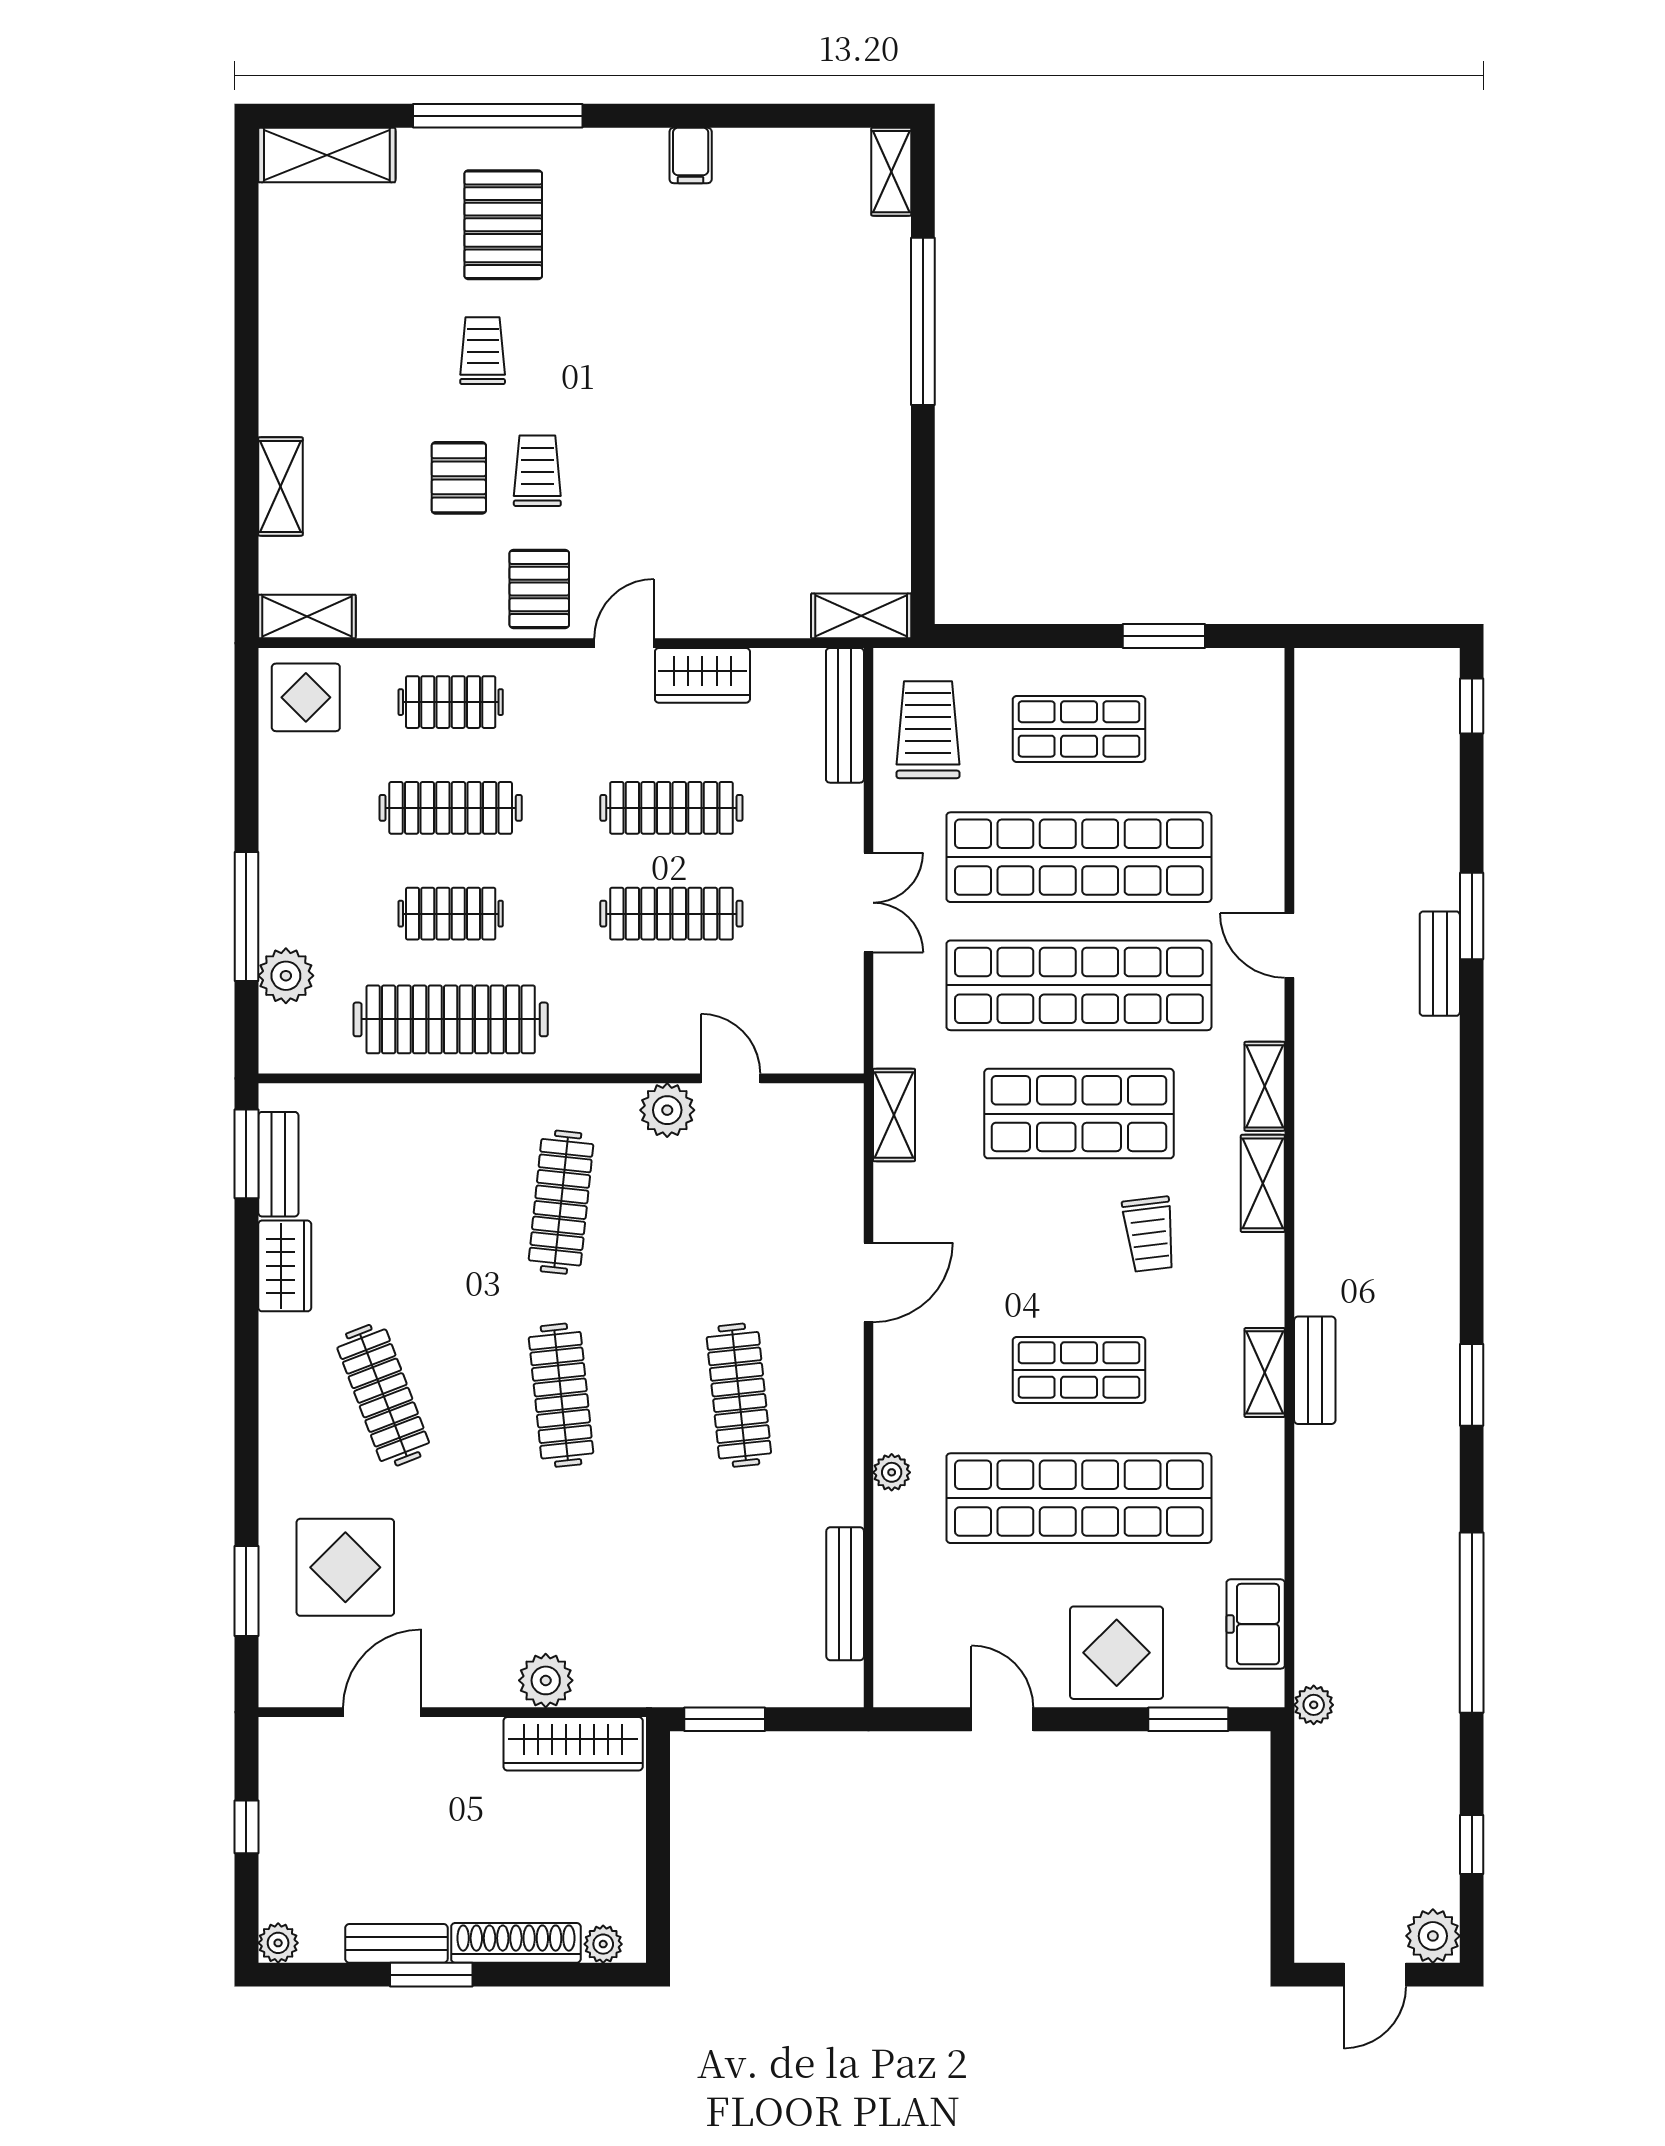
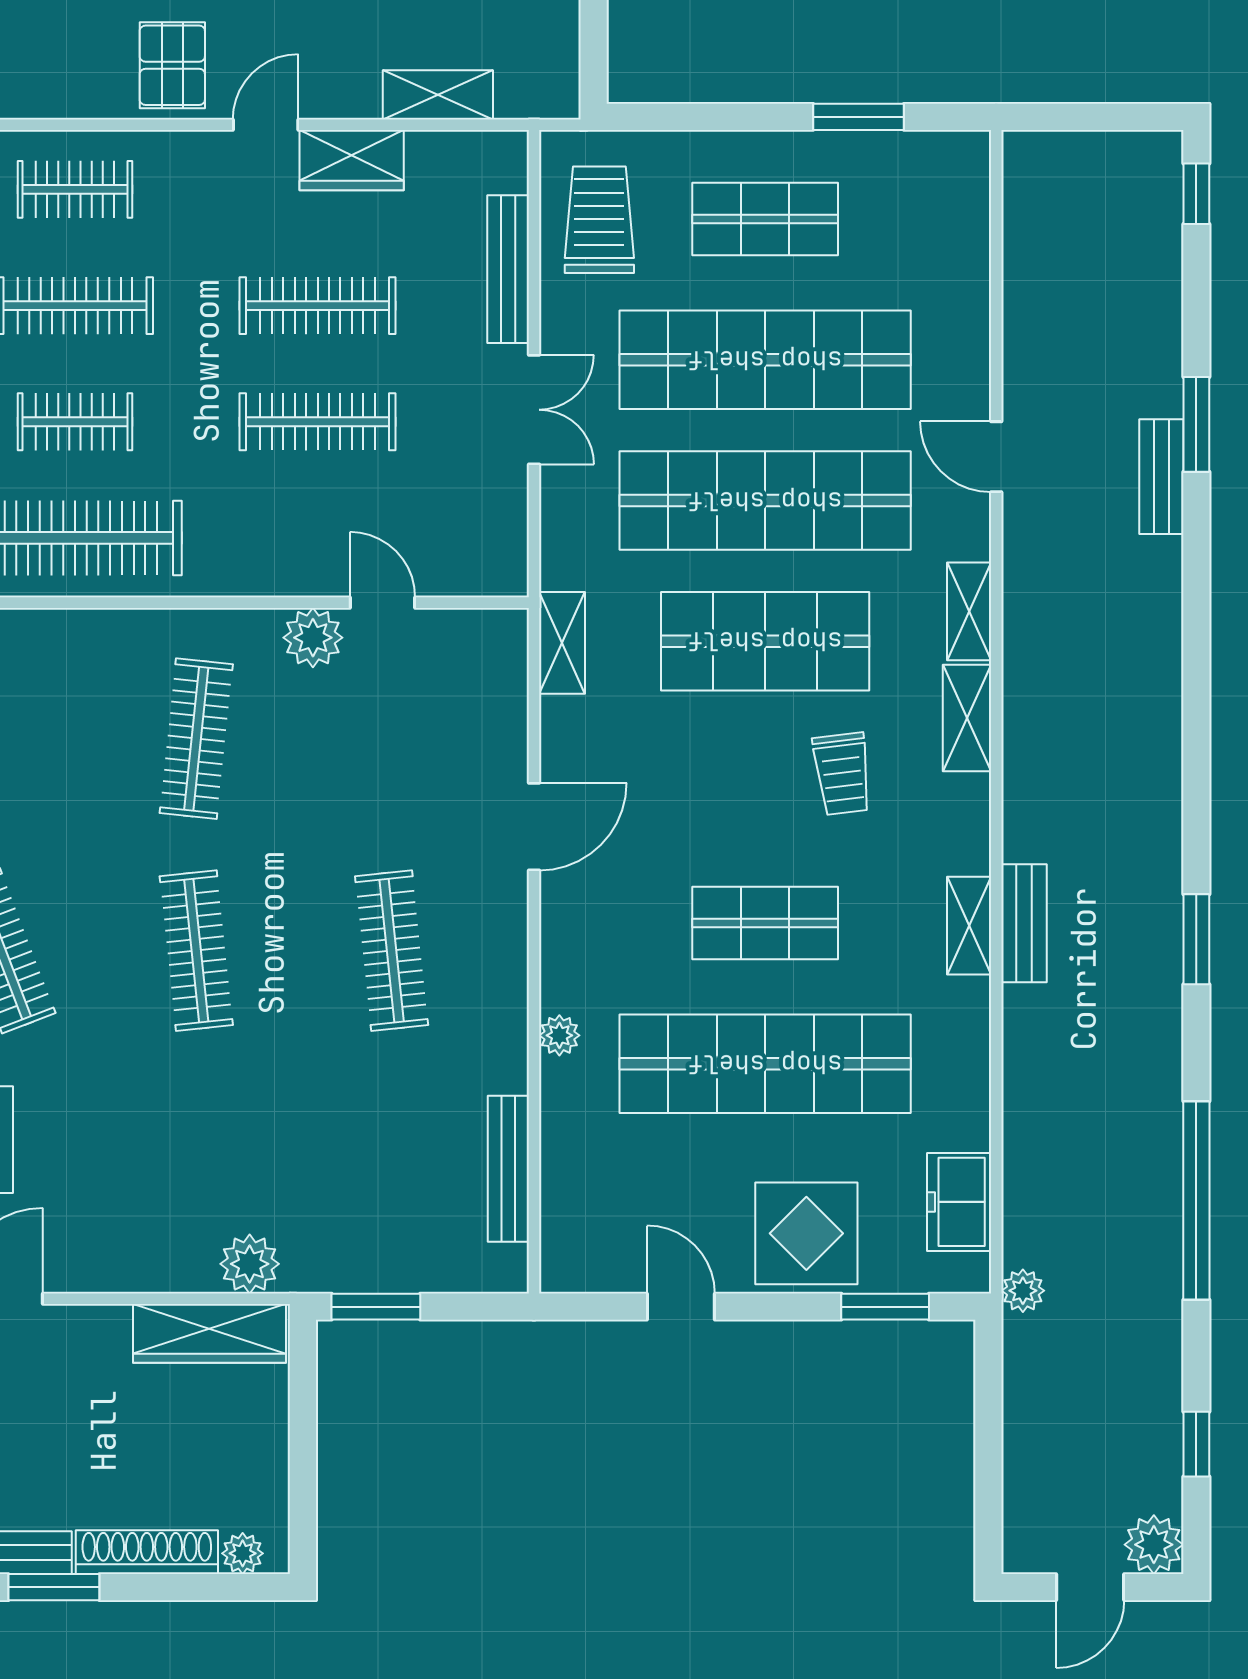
shelving: (861, 616) -> (438, 95), moved
bench: (845, 715) -> (508, 269), moved
plant: (546, 1680) -> (250, 1264), moved

